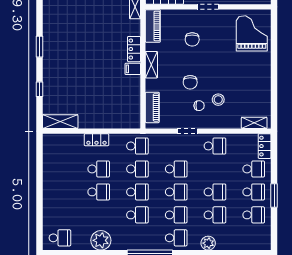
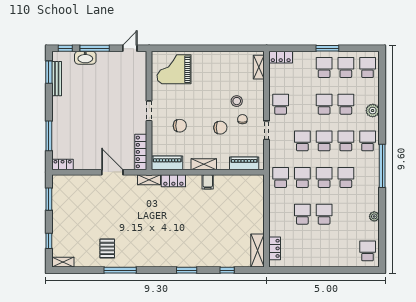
locker: (134, 49) -> (173, 181), moved
locker: (96, 140) -> (275, 248), moved
school desk: (254, 169) -> (368, 68), moved
plant: (101, 240) -> (374, 216), width x0.53, depth x0.53

